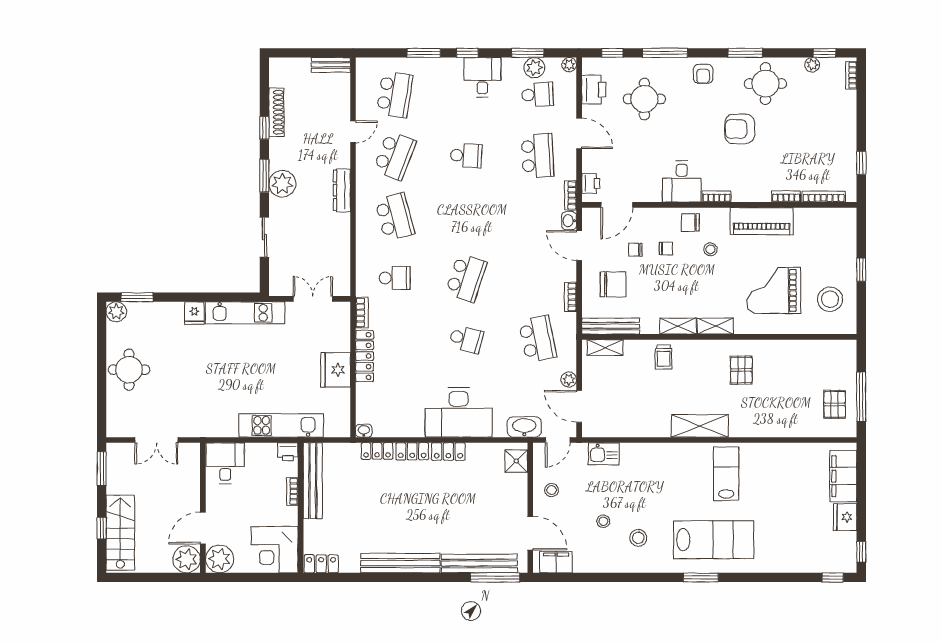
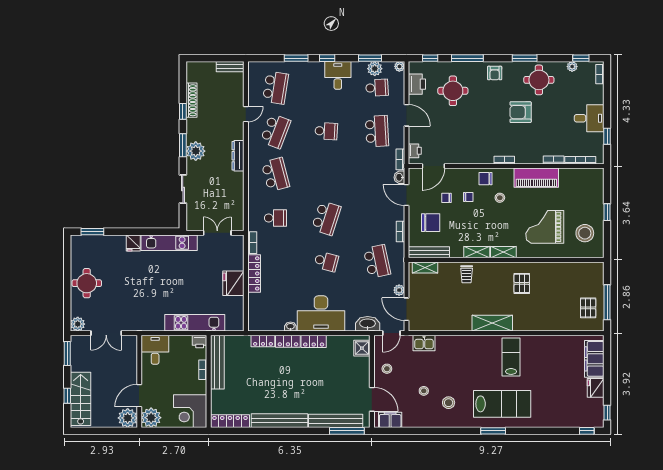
desk: (682, 181) -> (589, 118), moved, turned -90
plant: (116, 312) -> (78, 324), moved
washbasin: (364, 431) -> (290, 327), moved
locker: (321, 564) -> (230, 421), width x1.53

